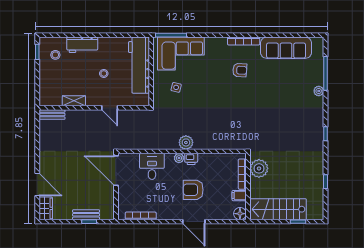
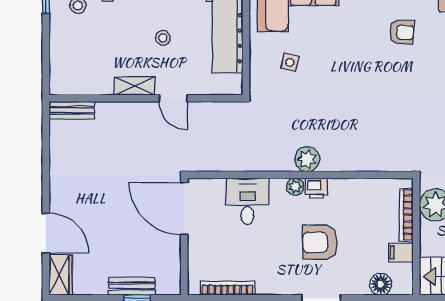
shelving: (74, 101) -> (135, 86), moved
floor lamp: (240, 214) -> (381, 284), moved

